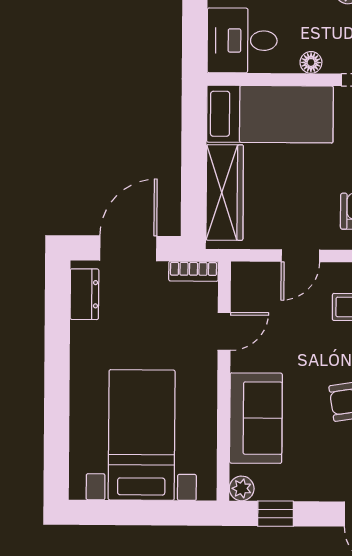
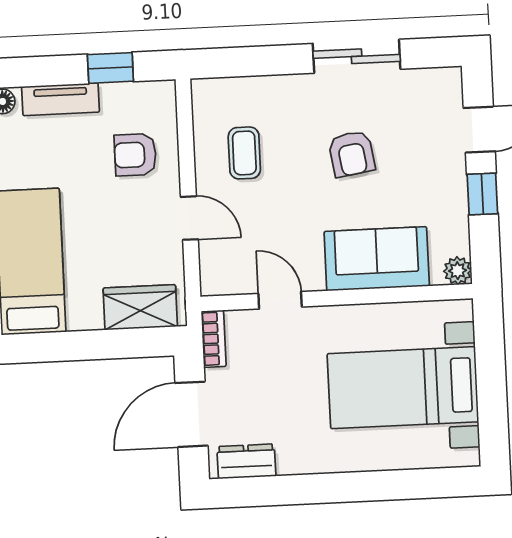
wardrobe: (225, 193) -> (140, 307), width x0.67
door: (128, 248) -> (191, 414), hinge flipped
window: (276, 514) -> (482, 194), moved

